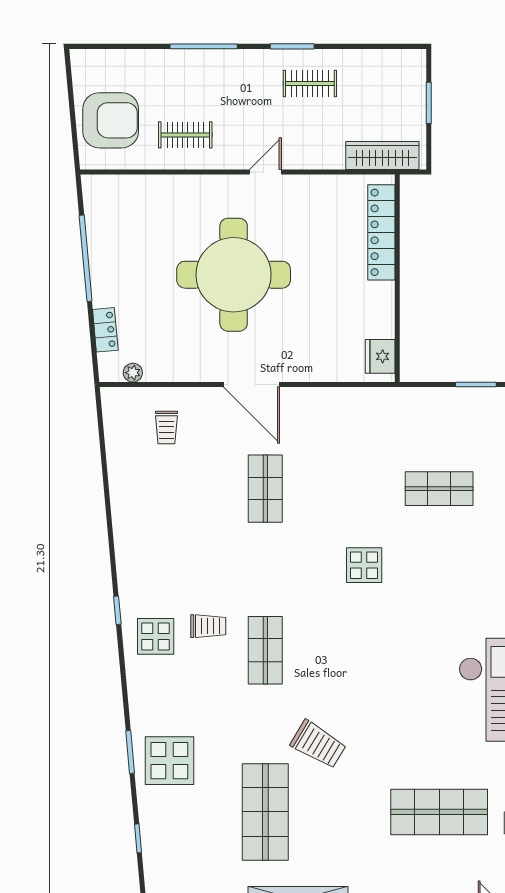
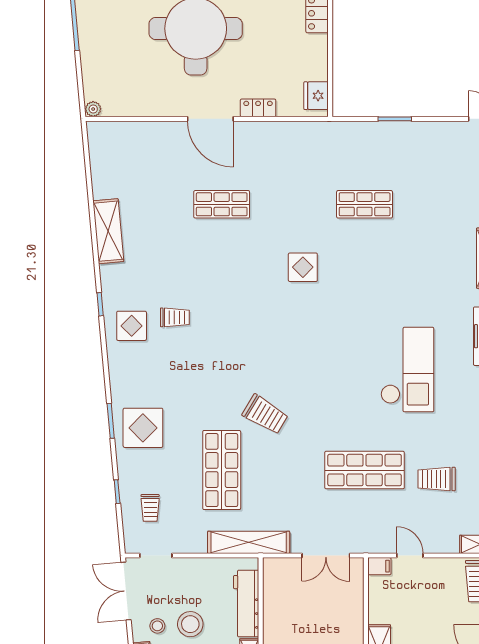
locker: (105, 330) -> (258, 108), moved, turned -85
plant: (133, 373) -> (93, 109), moved
trolley: (166, 427) -> (150, 508), moved
shop shelf: (265, 489) -> (222, 204), turned 90
shelving: (127, 521) -> (108, 231), added
shop shelf: (265, 650) -> (222, 337), removed

